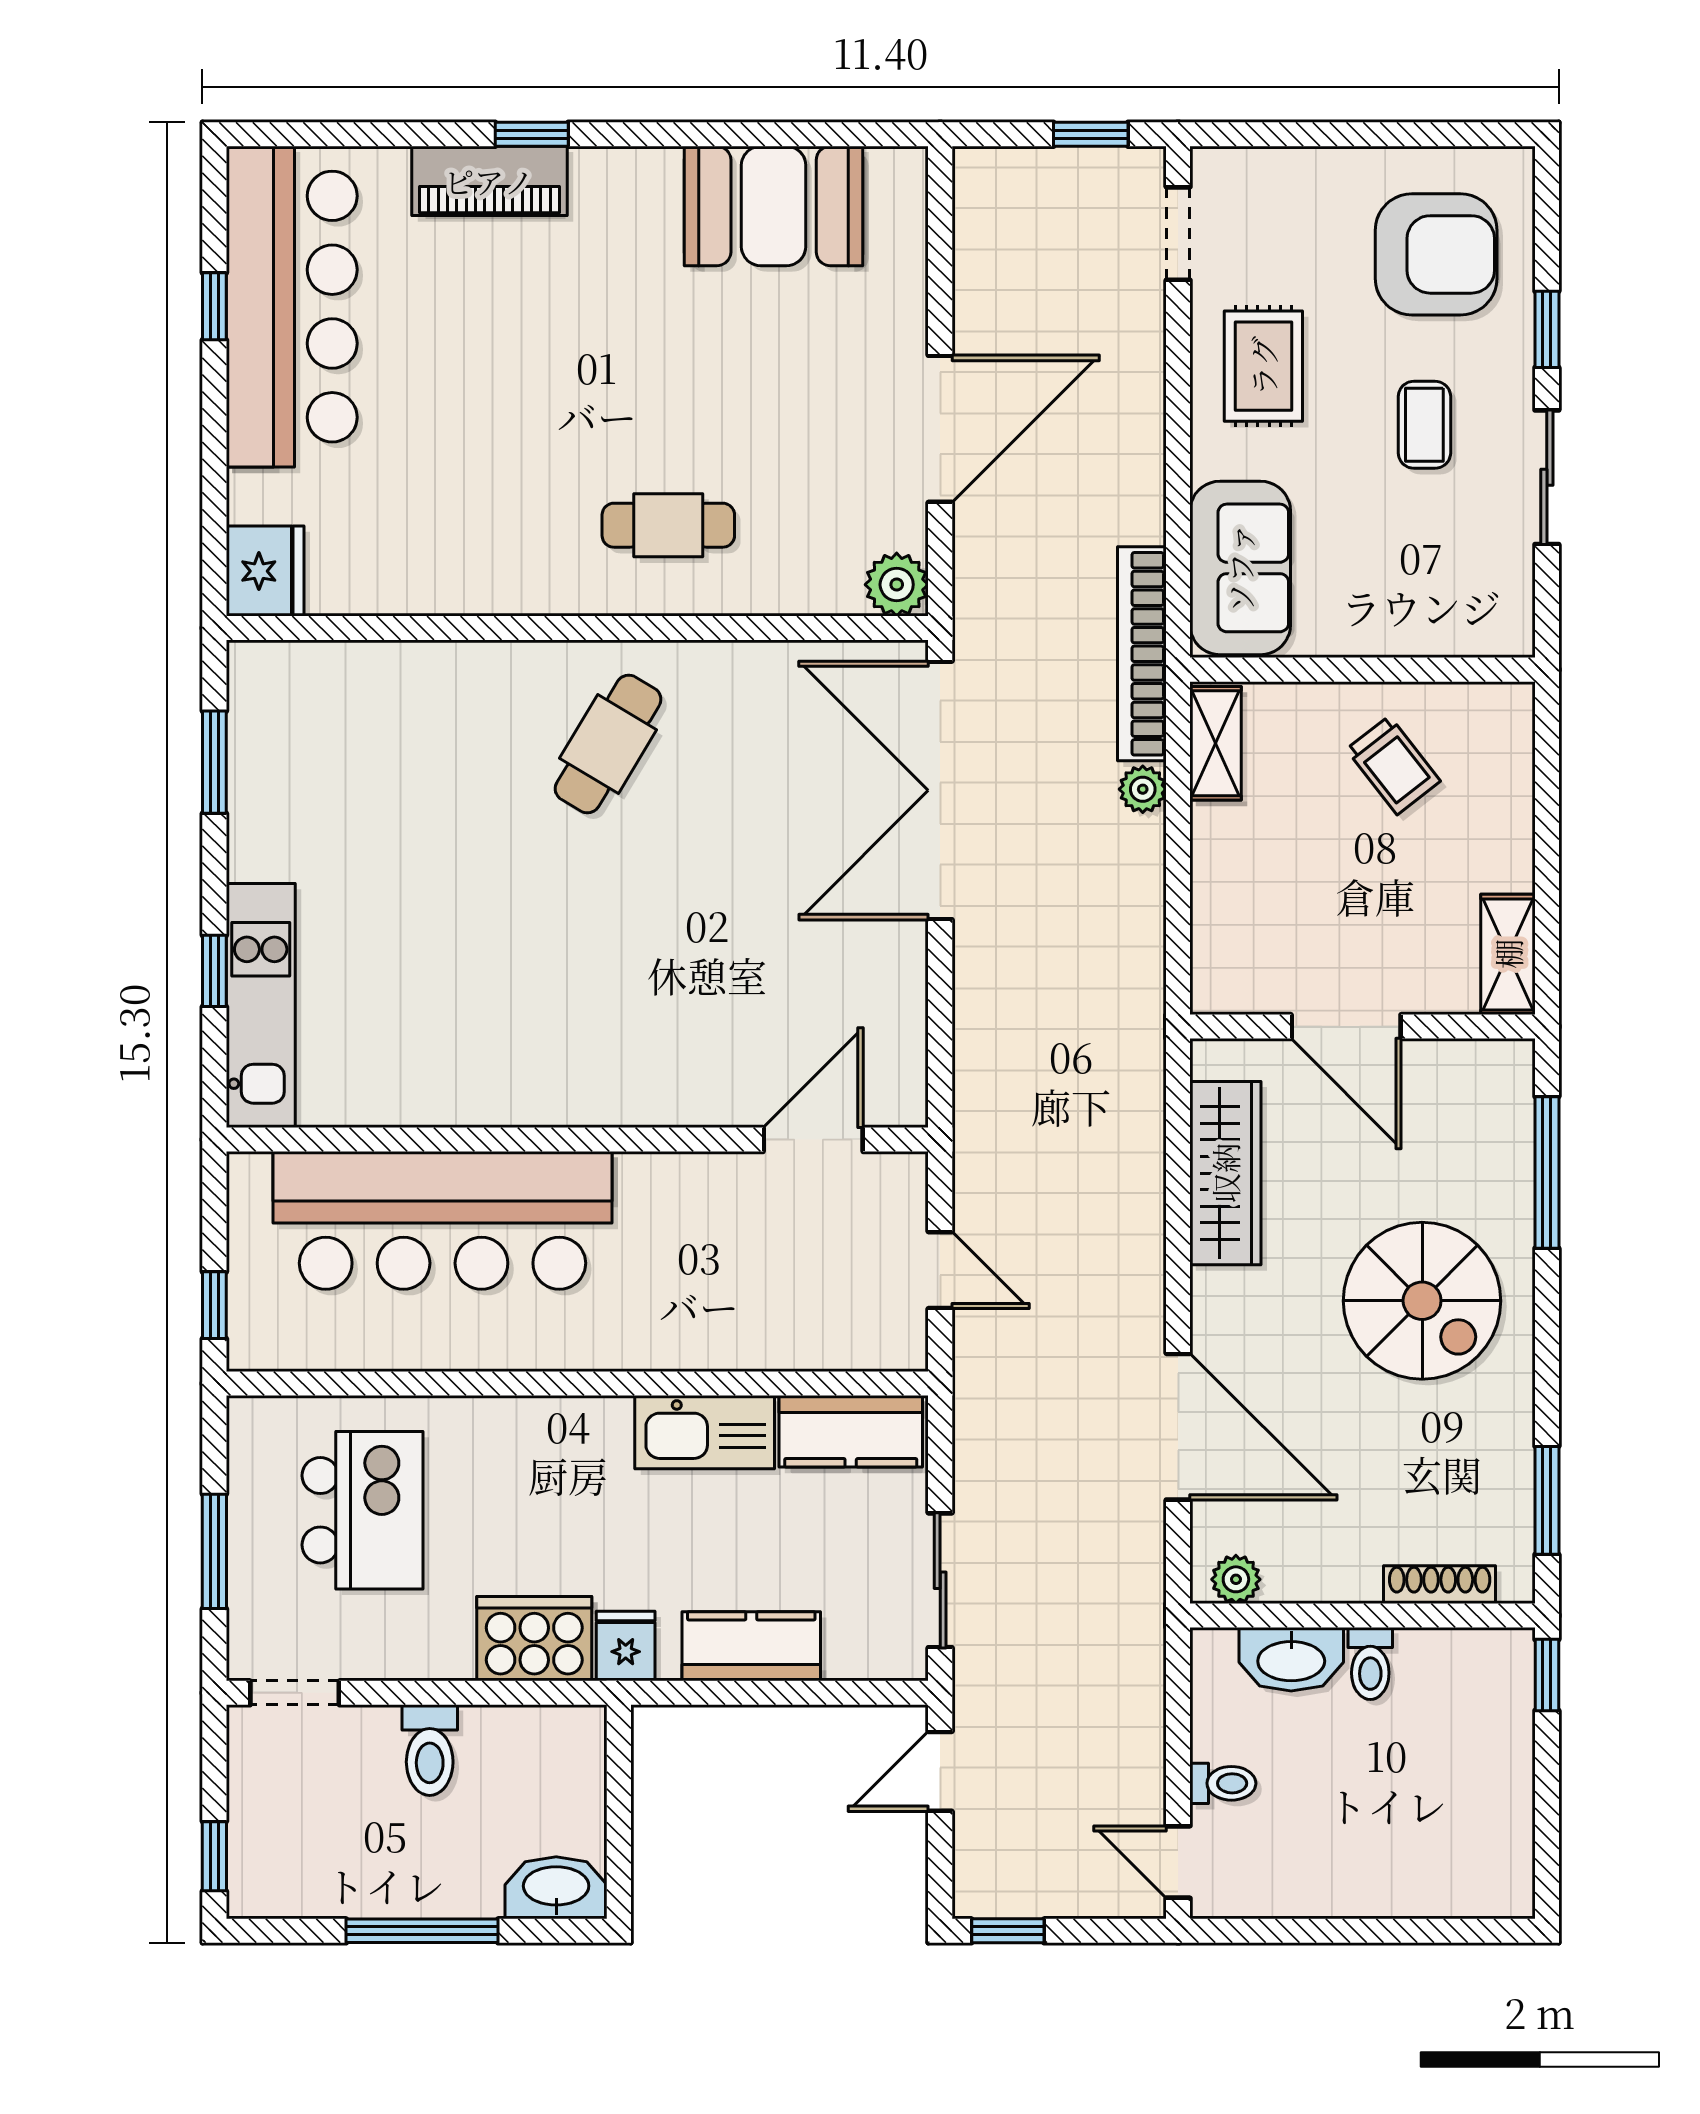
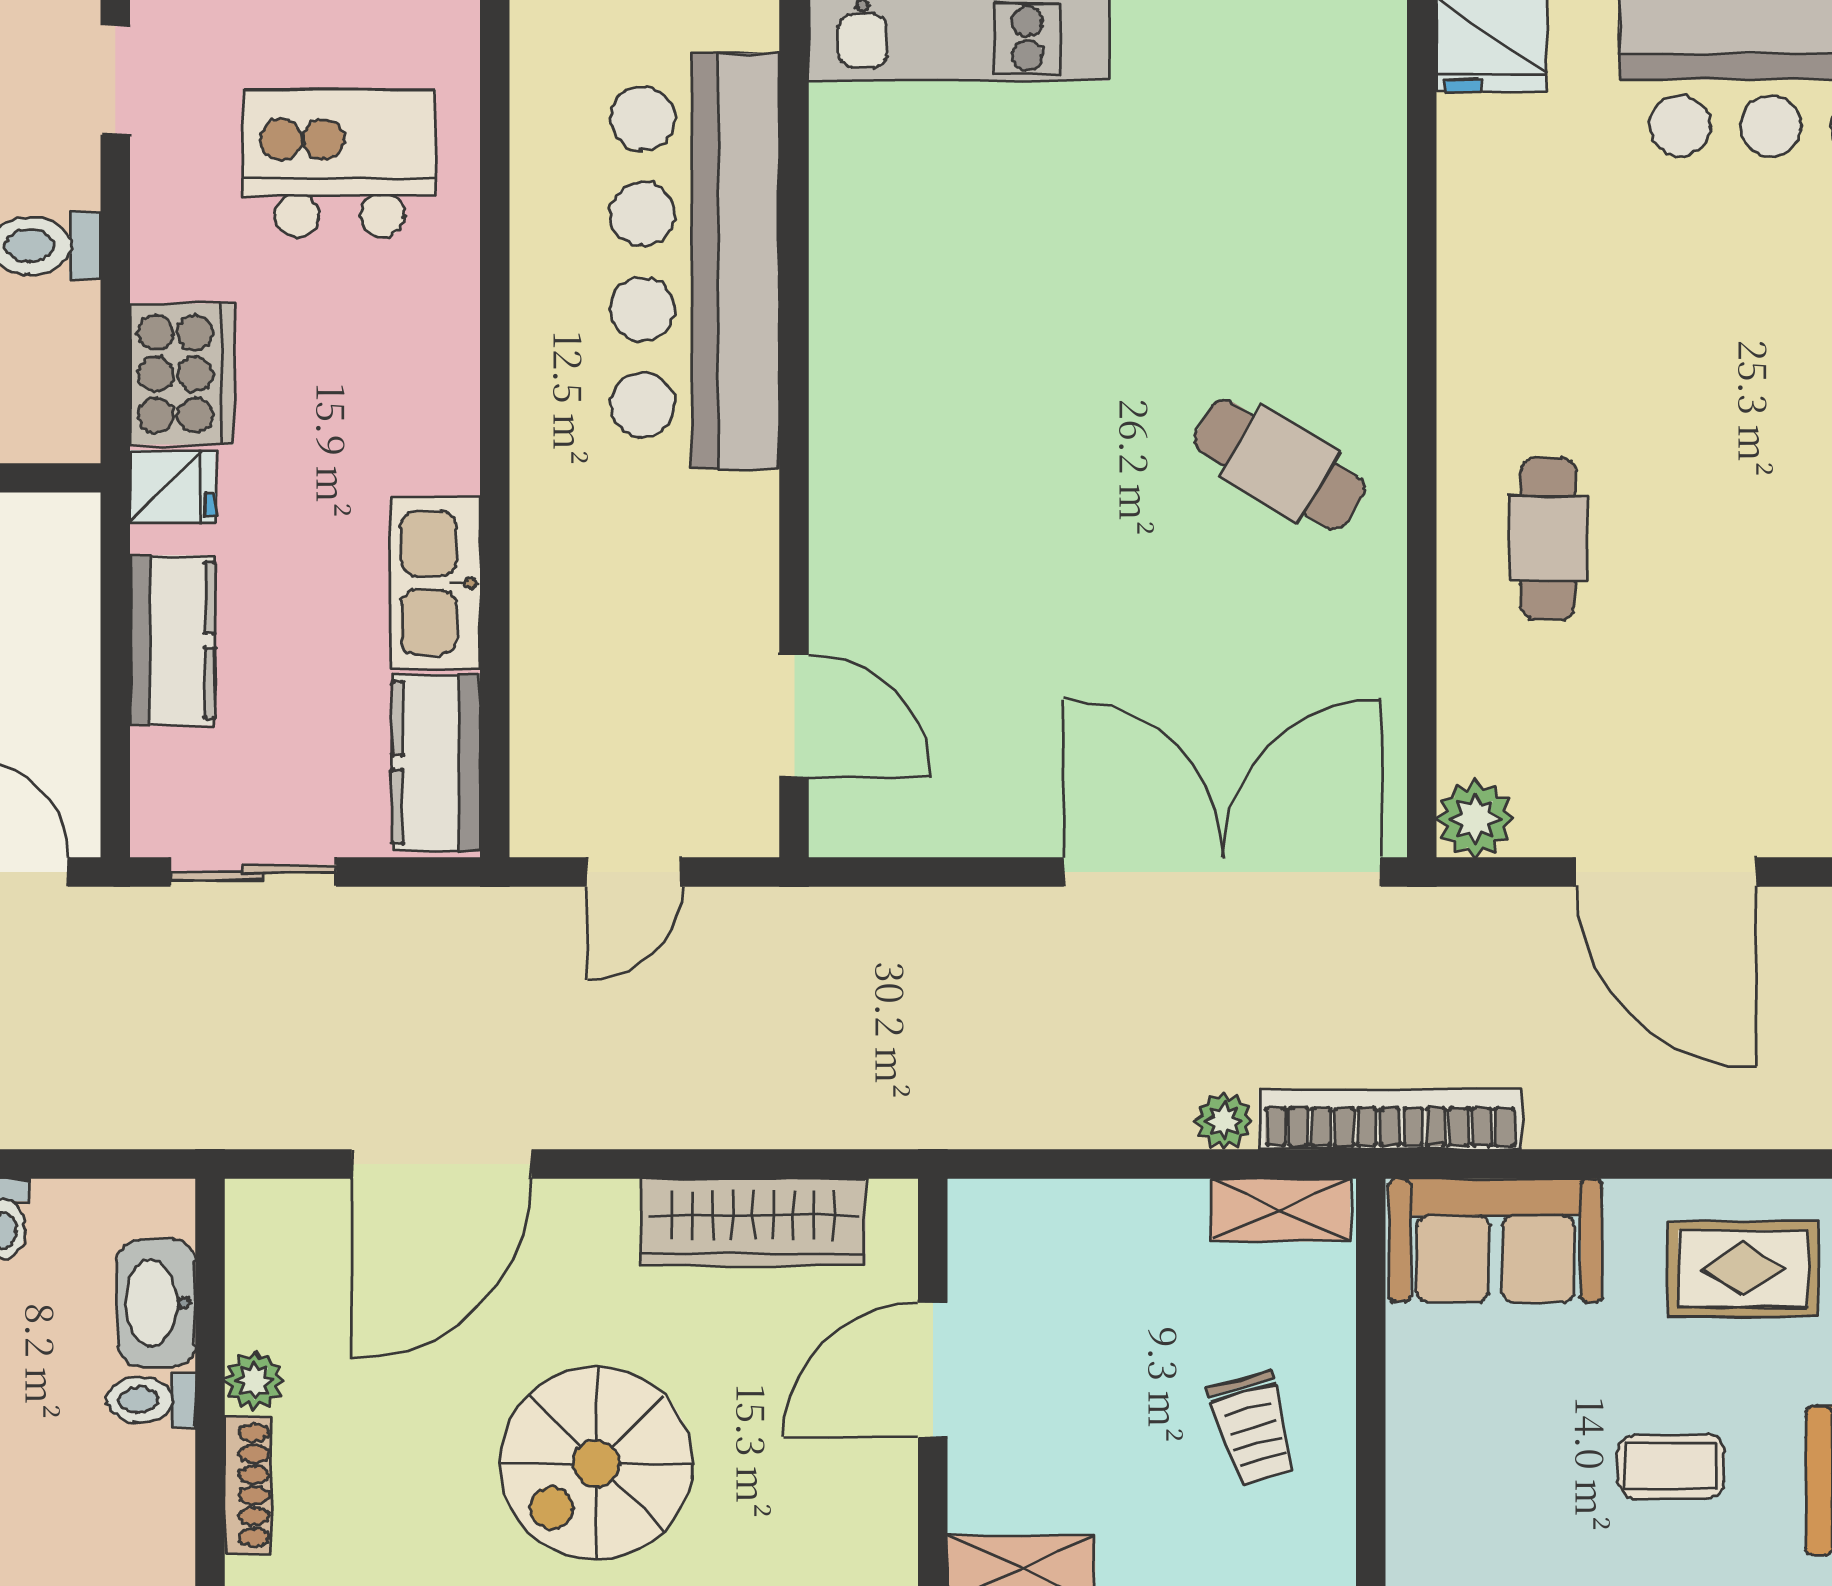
trolley: (1393, 765) -> (1253, 1428), turned -68
kitchen island: (363, 1510) -> (339, 163), turned 180
plant: (1236, 1579) -> (254, 1381), moved

